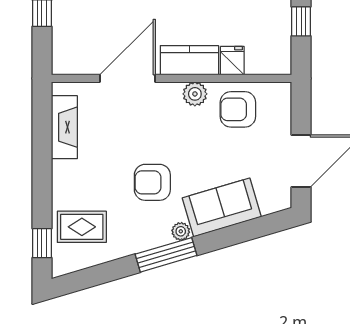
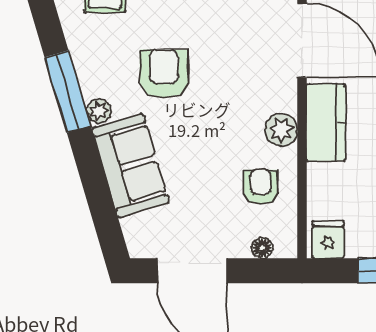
fridge: (232, 61) -> (328, 240), moved, turned -90
floor lamp: (284, 108) -> (262, 248), added
armchair: (238, 109) -> (261, 187), width x0.72, depth x0.72

